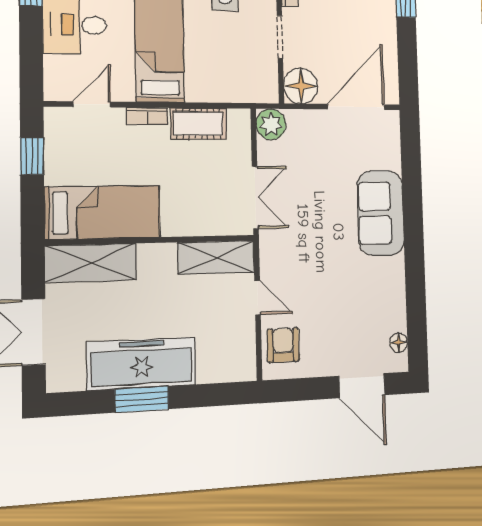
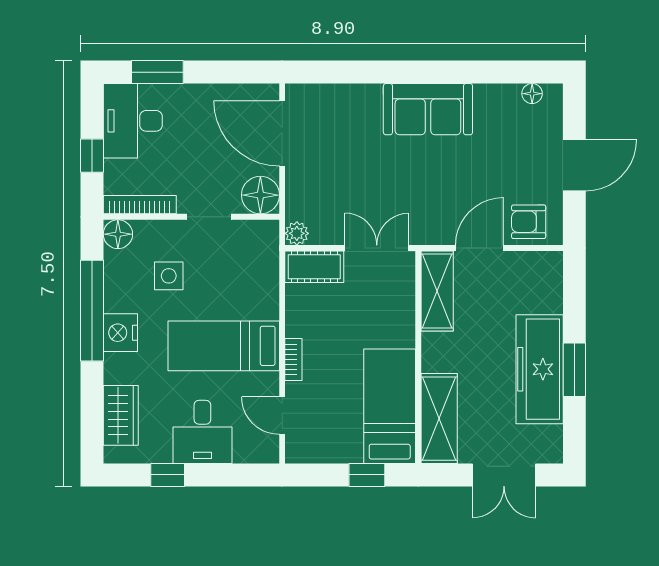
cot: (198, 124) -> (314, 267), moved, turned 90
plant: (271, 124) -> (297, 233), width x0.73, depth x0.73
window: (32, 156) -> (367, 475), moved
sofa: (381, 213) -> (428, 109), moved
door: (258, 298) -> (480, 248), width x1.37
door: (362, 386) -> (574, 165), moved

